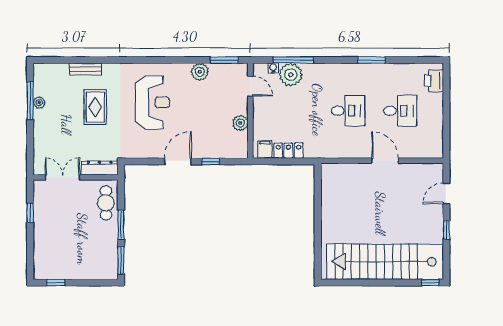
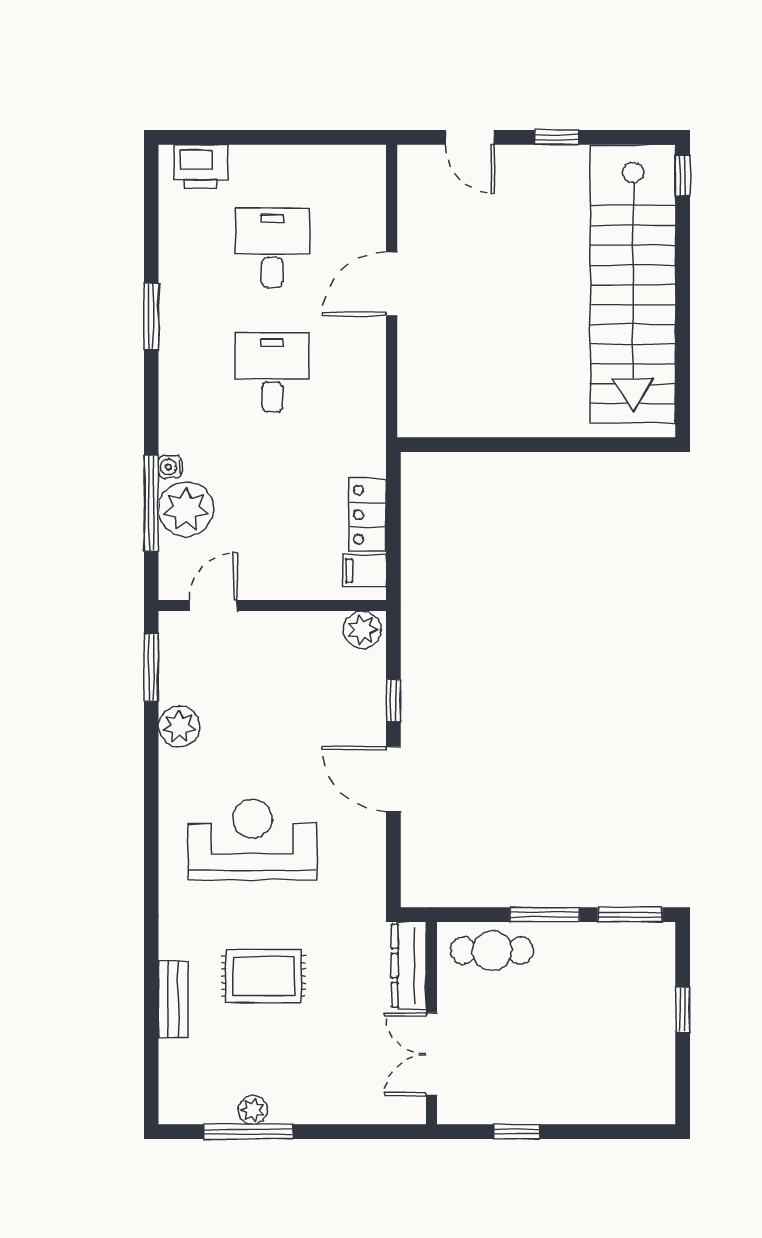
water cooler: (273, 68) -> (170, 467), moved
plant: (240, 123) -> (362, 630), moved
window: (56, 283) -> (683, 1010), moved

